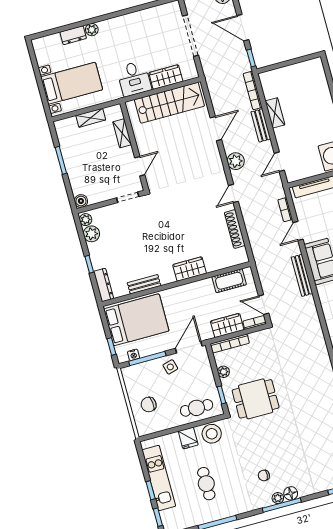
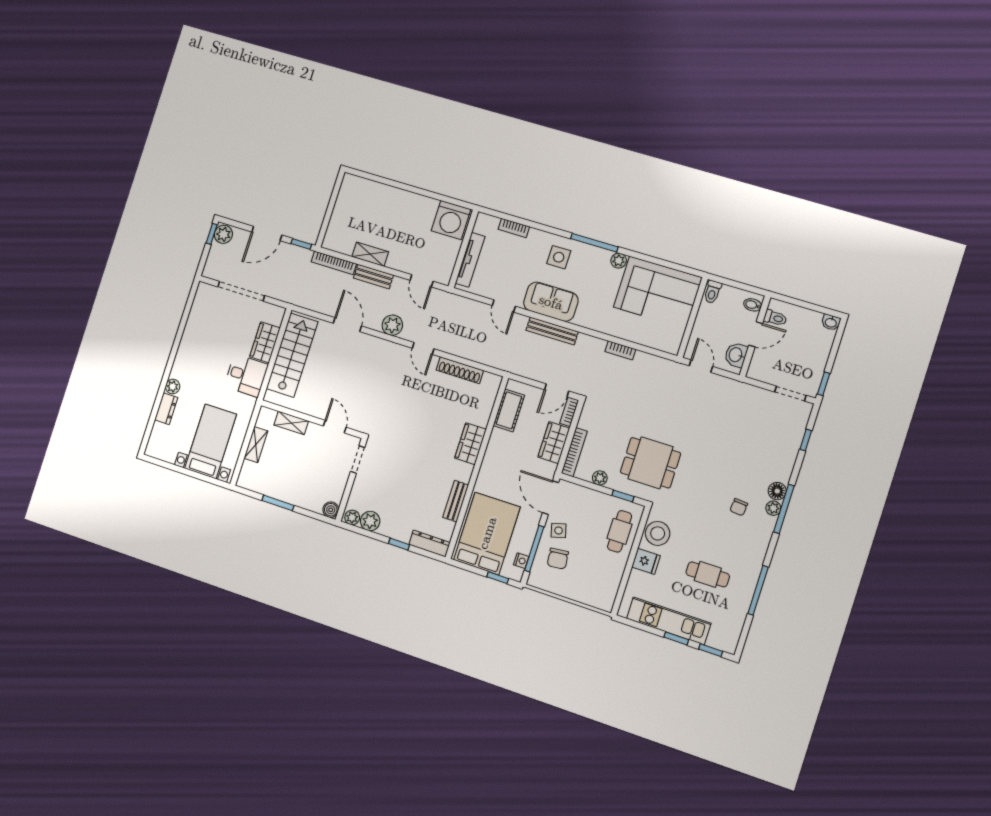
bookcase: (285, 210) -> (620, 350), moved
dining table: (256, 399) -> (650, 463), turned 90
chair: (149, 405) -> (558, 559), moved

